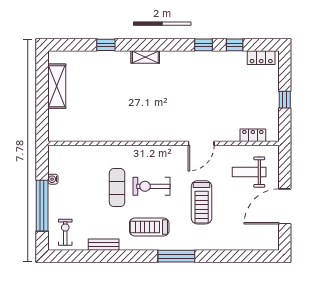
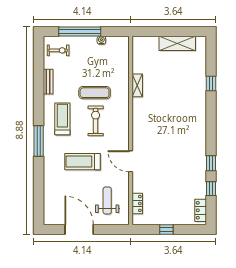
shelving: (145, 57) -> (137, 85), moved

